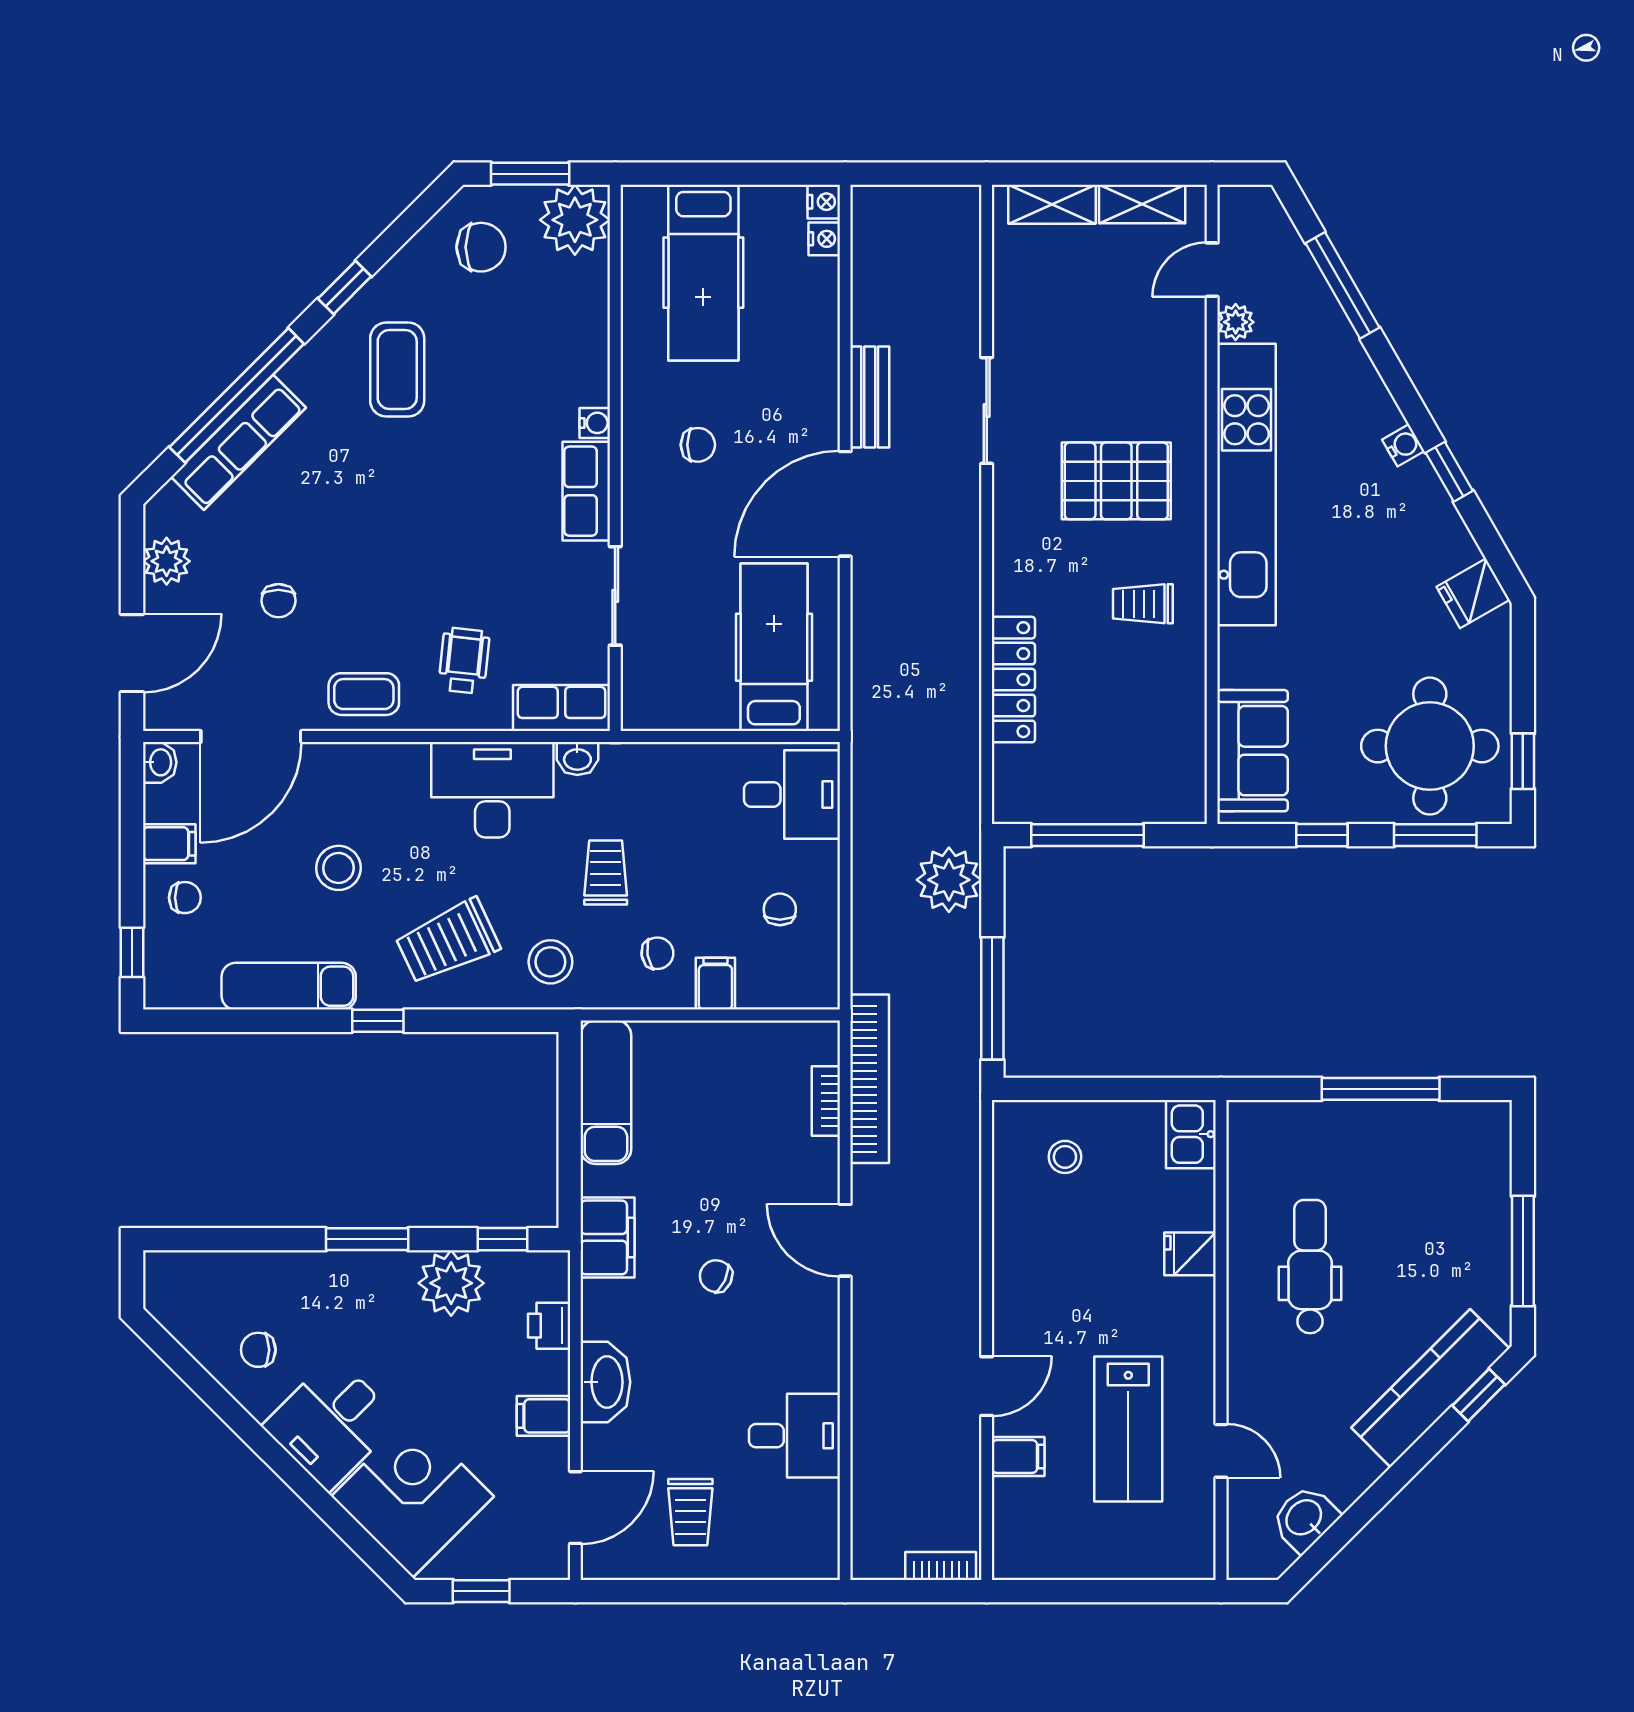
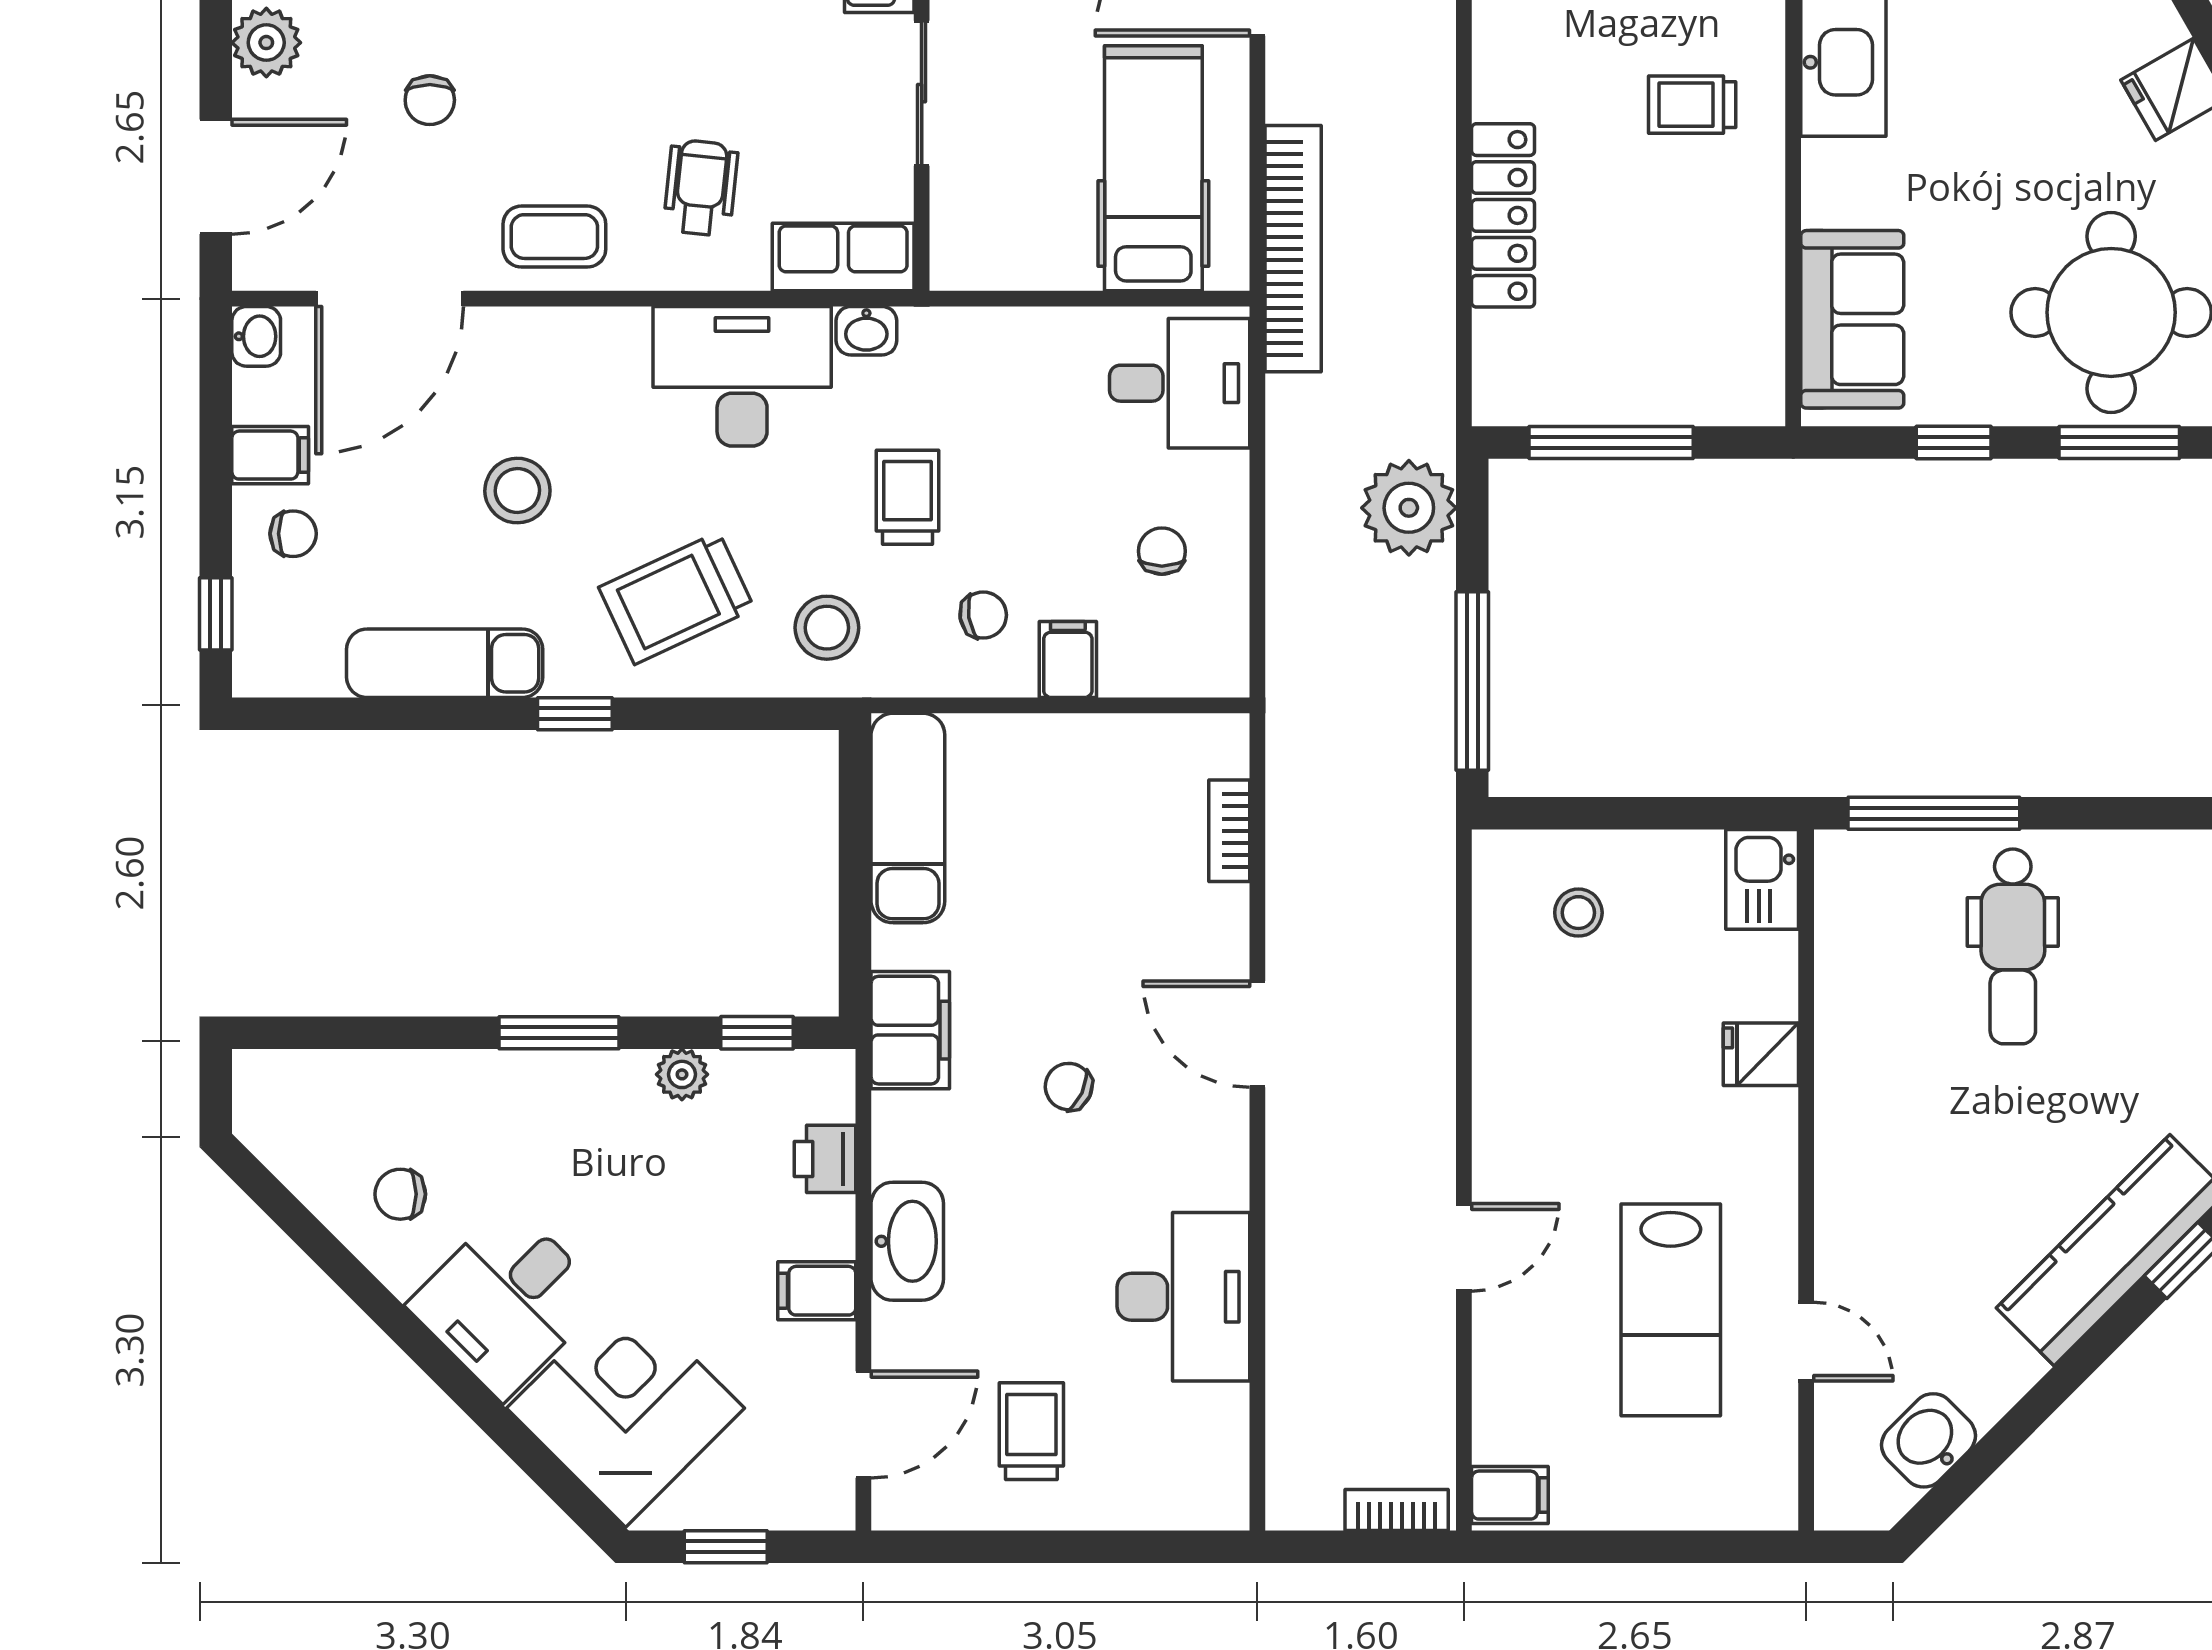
bookcase: (870, 1079) -> (1293, 249), moved
window: (1381, 1089) -> (1934, 813), moved
dental chair: (1310, 1267) -> (2013, 946), moved, turned 180
plant: (451, 1283) -> (682, 1074), width x0.53, depth x0.53
desk: (794, 1436) -> (1183, 1297), width x1.37
filing cabinet: (1018, 1457) -> (1510, 1495), moved
trolley: (690, 1512) -> (1031, 1431), turned 180

